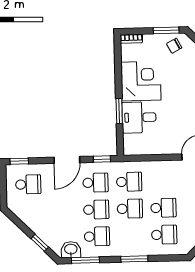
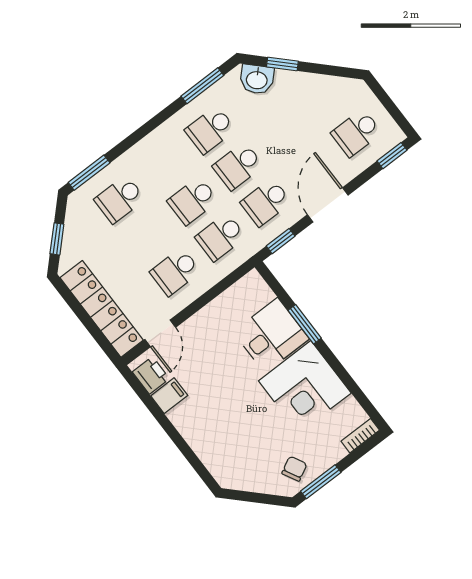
school desk: (163, 208) -> (175, 272), moved
washbasin: (71, 250) -> (257, 79), moved, turned 45
window: (134, 259) -> (89, 173), moved

